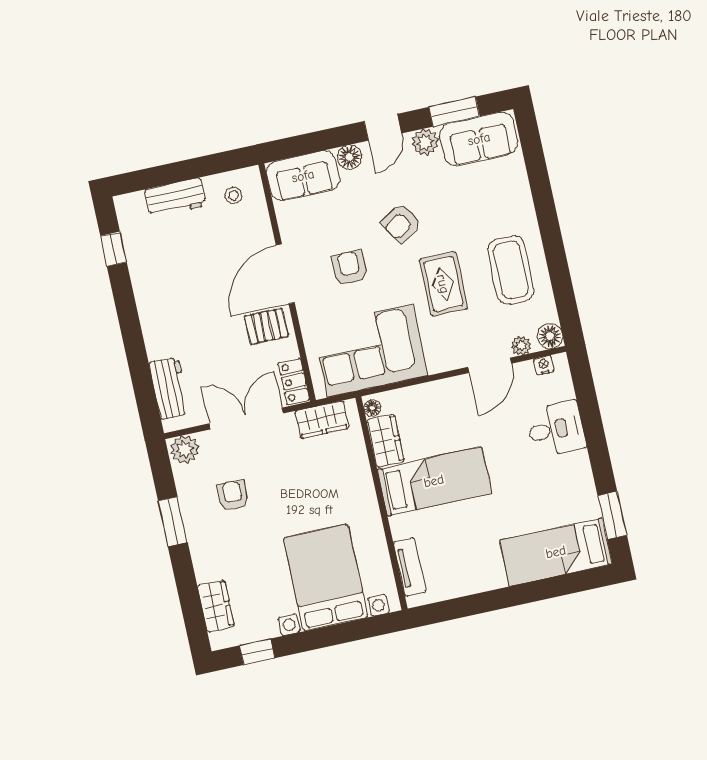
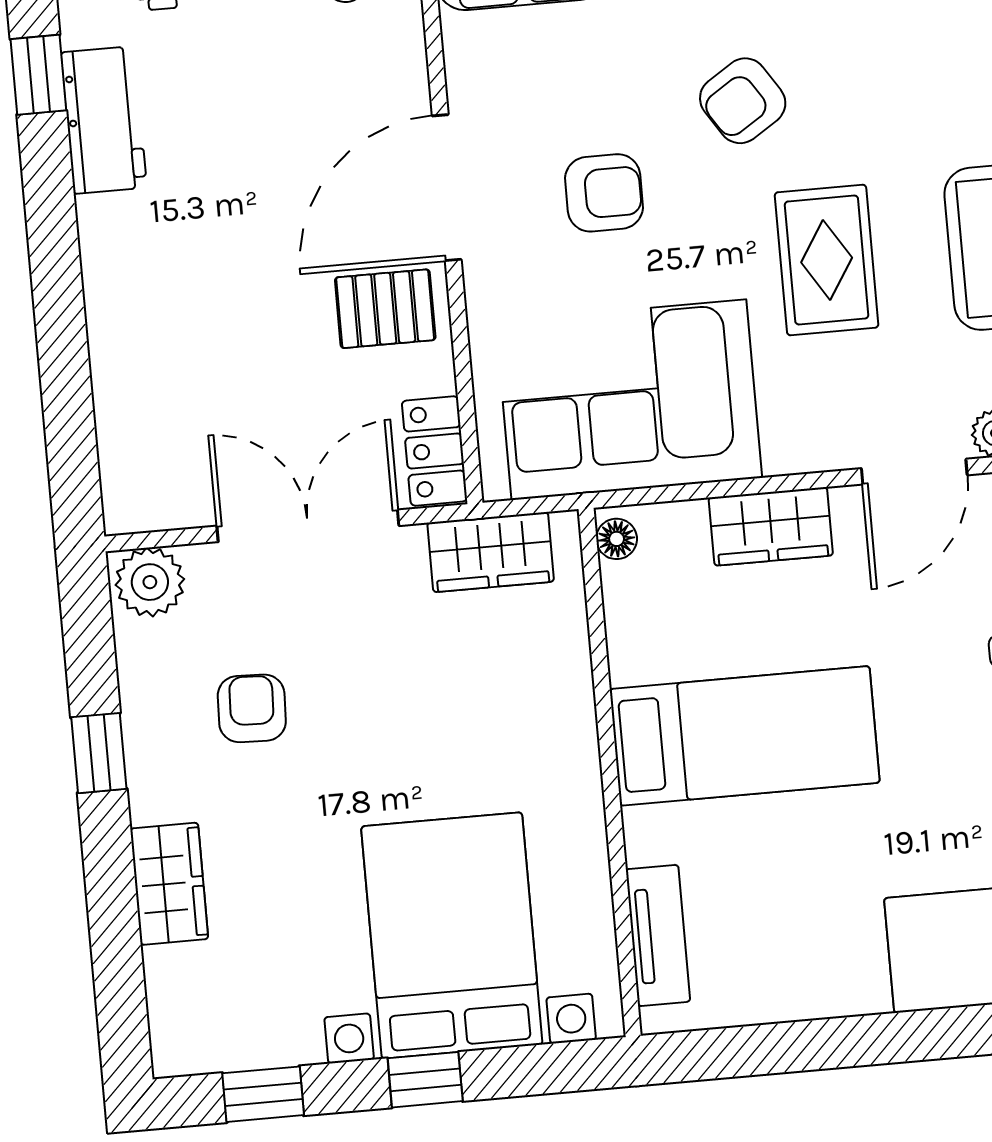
armchair: (349, 268) -> (604, 193), turned 90
workbench: (169, 388) -> (104, 120), moved
wardrobe: (385, 441) -> (771, 526), moved, turned 90
window: (173, 522) -> (99, 753), width x0.67
wardrobe: (216, 606) -> (169, 884), moved
window: (322, 638) -> (425, 1080), added

